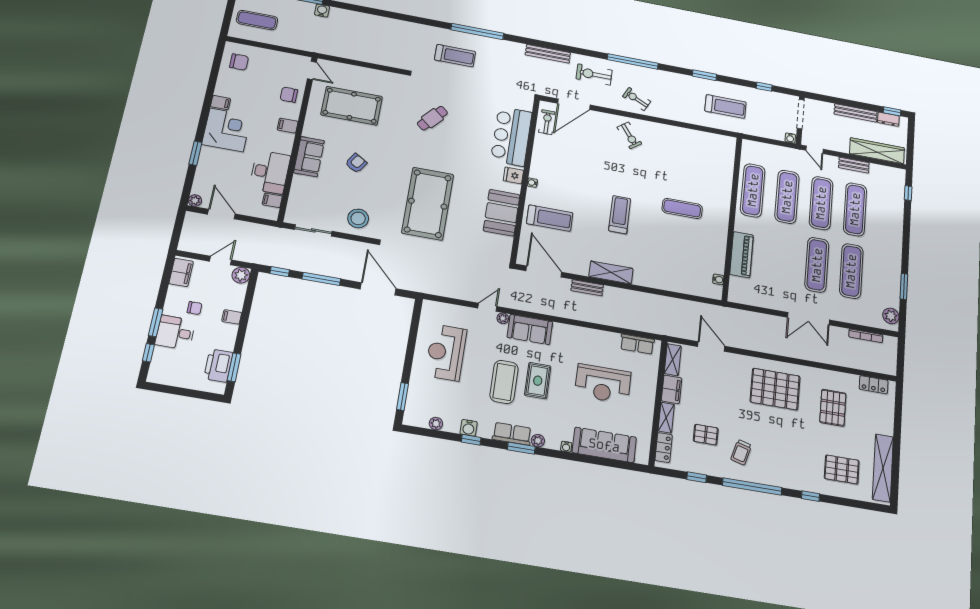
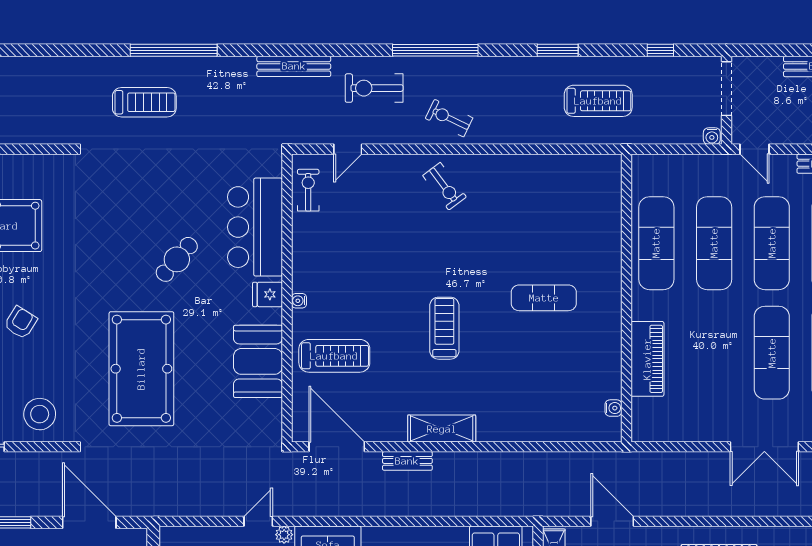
door: (574, 104) -> (348, 149), width x0.53
cafe table: (432, 118) -> (177, 259), moved

